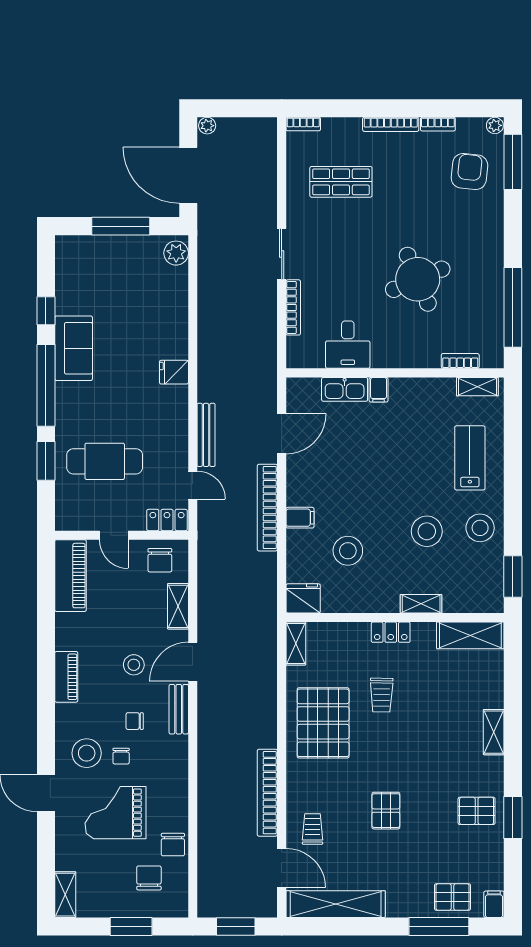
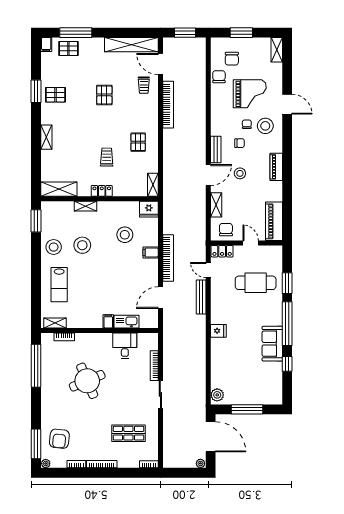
pallet: (323, 723) -> (138, 142), width x0.49, depth x0.50

